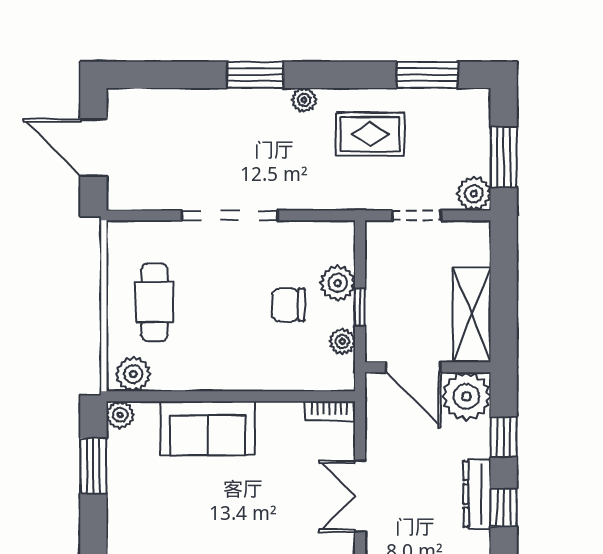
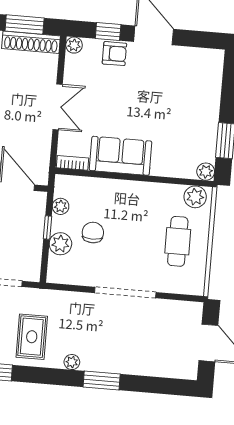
rug: (370, 134) -> (32, 337), turned 90
chair: (288, 305) -> (93, 233), turned -90
sofa: (208, 428) -> (121, 156), moved

